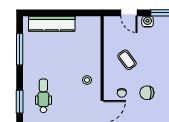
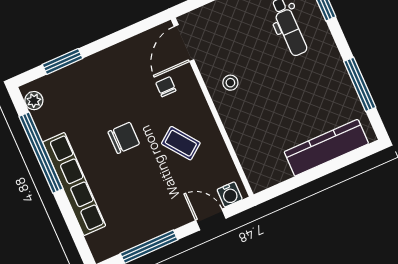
water cooler: (148, 22) -> (230, 194), moved
chair: (147, 93) -> (124, 138), moved

